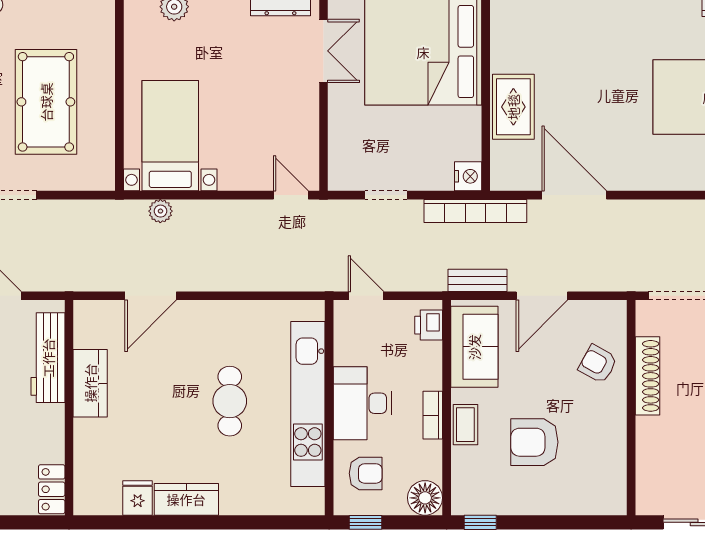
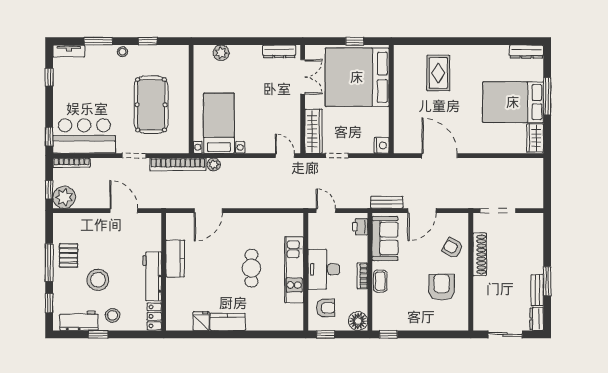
rug: (513, 107) -> (438, 73), moved
wardrobe: (343, 150) -> (314, 131), added
bookcase: (475, 211) -> (178, 164), moved
workbench: (48, 358) -> (152, 276), moved
kitchen unit: (308, 404) -> (294, 270), width x0.73
armchair: (534, 442) -> (442, 287), moved, turned 90

